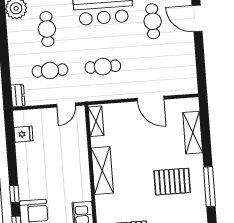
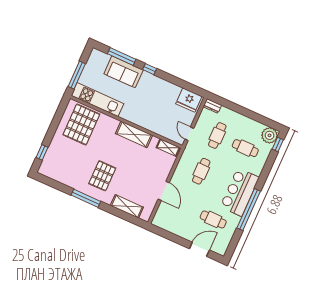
door: (151, 99) -> (164, 191), swing flipped
fridge: (23, 134) -> (189, 100), width x1.88, depth x1.34

